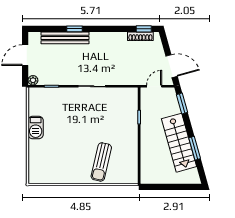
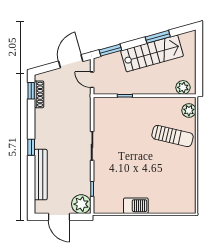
window: (74, 29) -> (31, 147), moved
plant: (33, 80) -> (81, 204), width x1.88, depth x1.88
plant: (147, 172) -> (183, 87), added
plant: (125, 177) -> (189, 110), added

